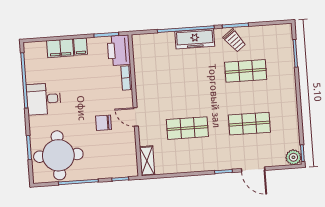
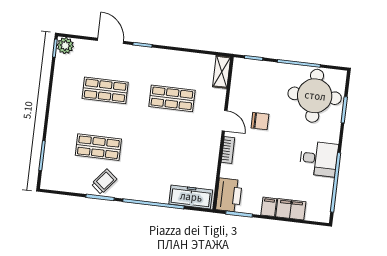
freezer: (195, 39) -> (191, 197), moved
trolley: (234, 41) -> (104, 182), turned 77
bookcase: (127, 78) -> (228, 150), moved

